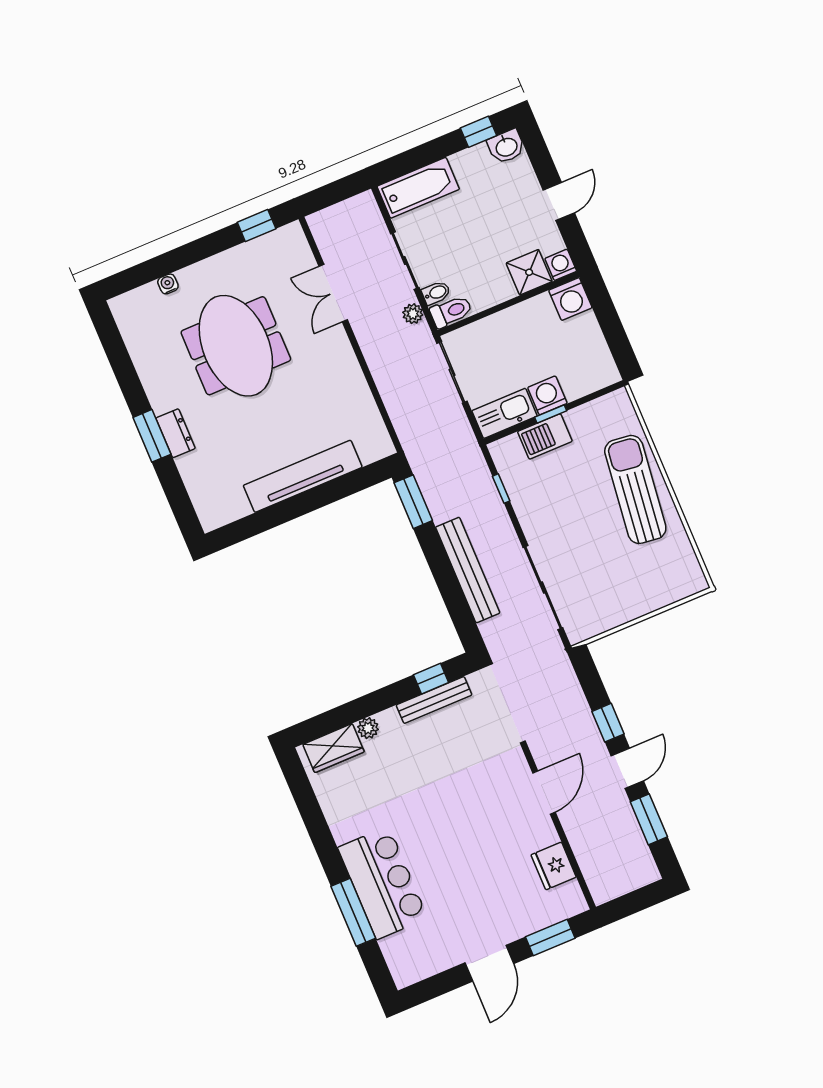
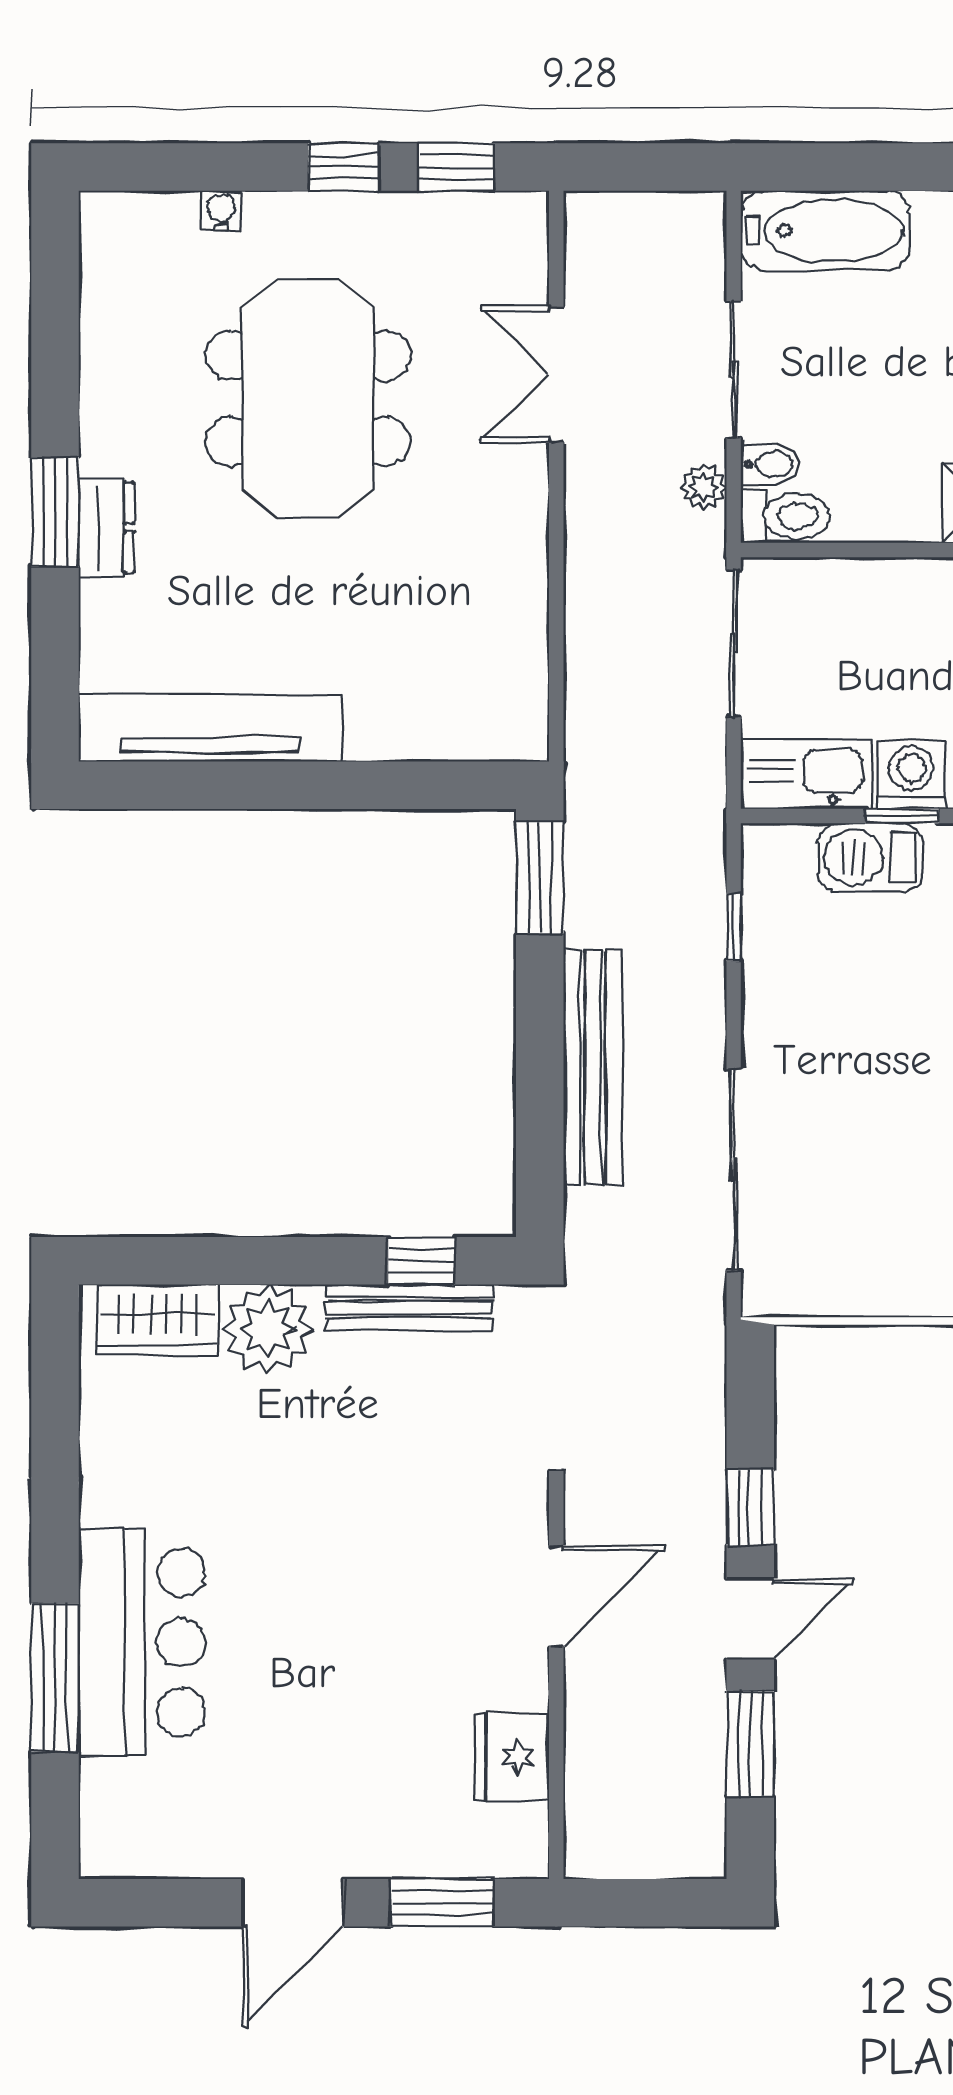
window: (210, 245) -> (344, 167), added
tv unit: (303, 476) -> (210, 728), moved
plant: (368, 728) -> (268, 1329), width x1.87, depth x1.87

